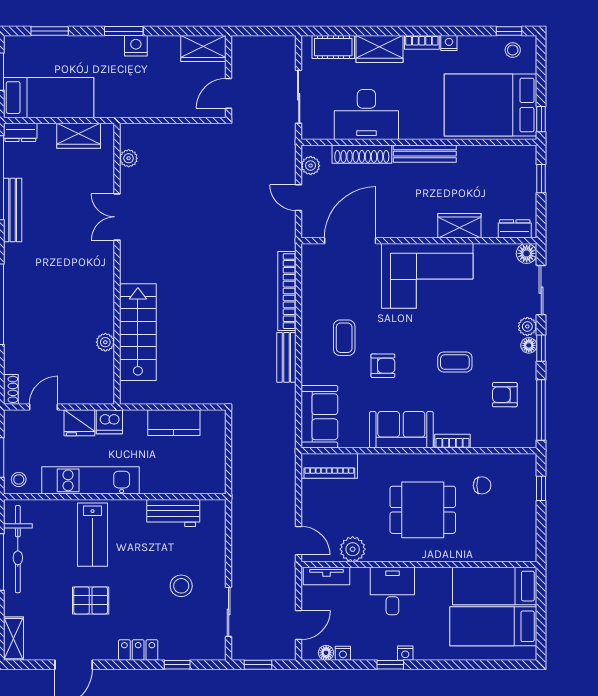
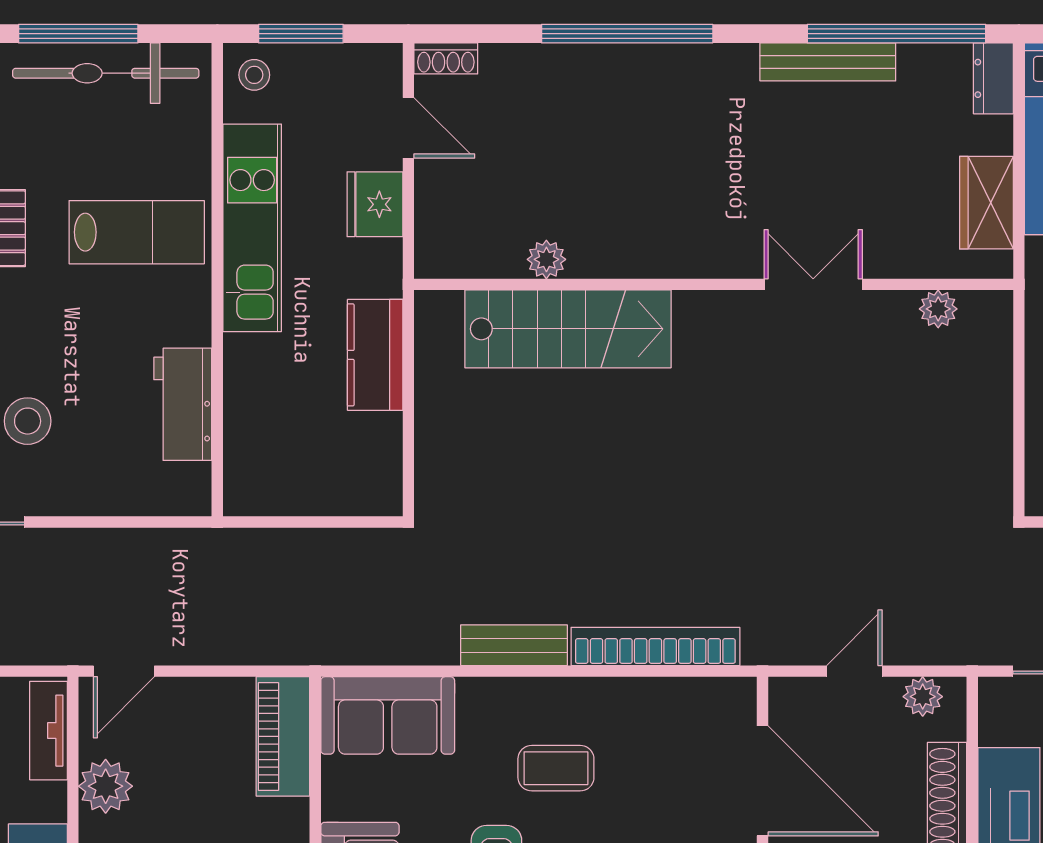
dishwasher: (109, 422) -> (377, 268), removed
kitchen counter: (174, 423) -> (375, 355), moved
lab bench: (92, 535) -> (137, 232), turned 180

